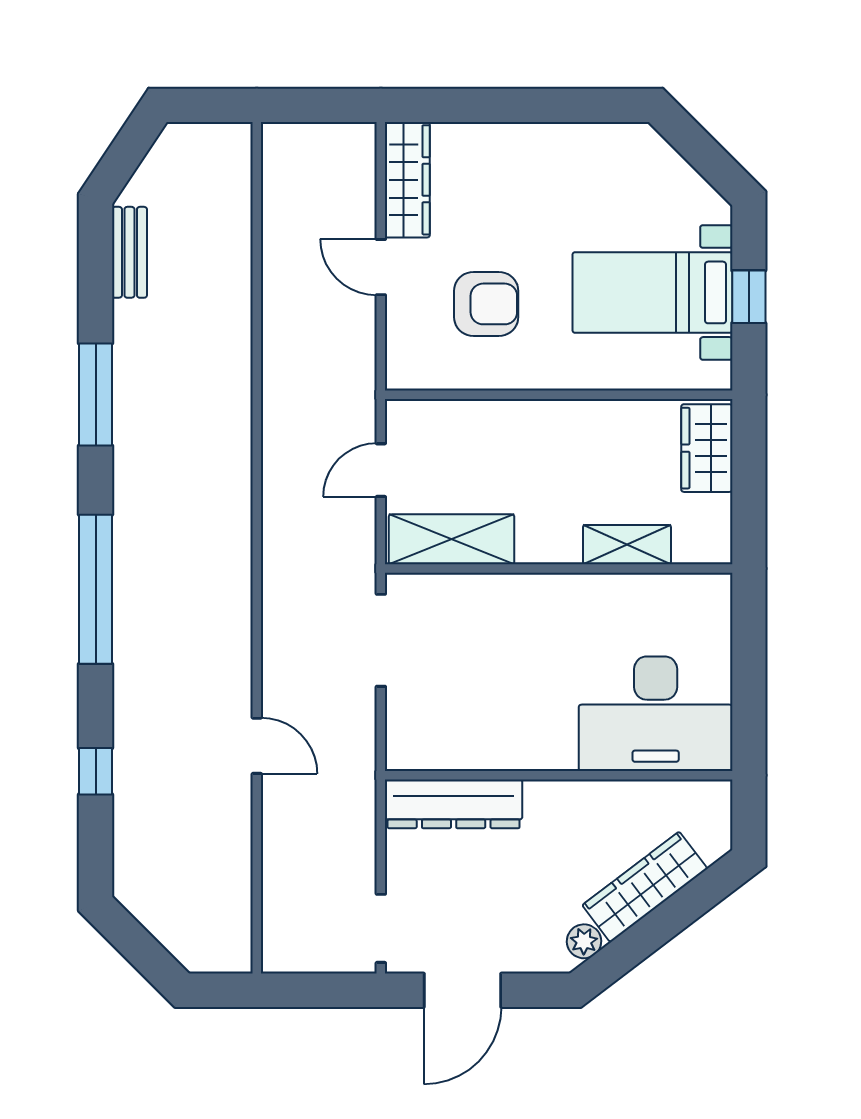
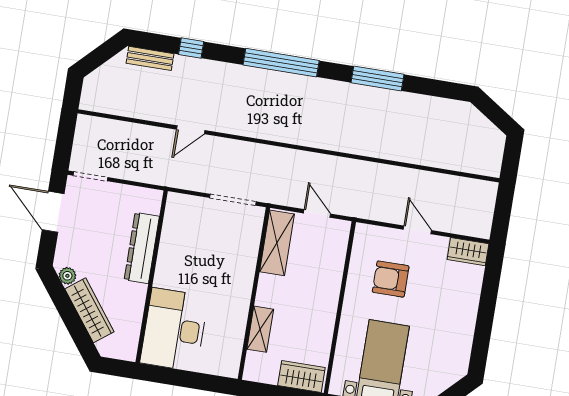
wardrobe: (407, 180) -> (468, 252), width x0.67
bench: (129, 252) -> (150, 58), moved
door: (381, 267) -> (417, 230), hinge flipped
armchair: (486, 304) -> (391, 279), turned 90
dresser: (454, 804) -> (142, 248), moved

